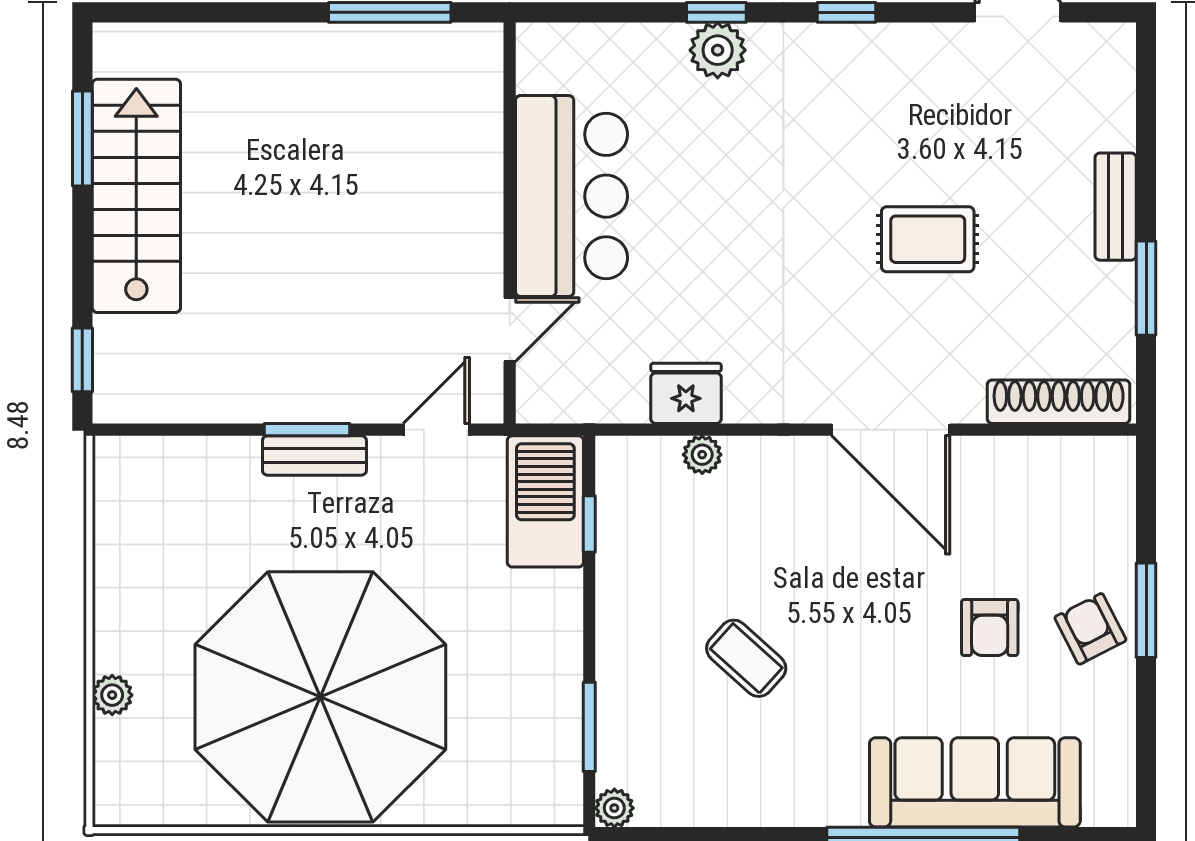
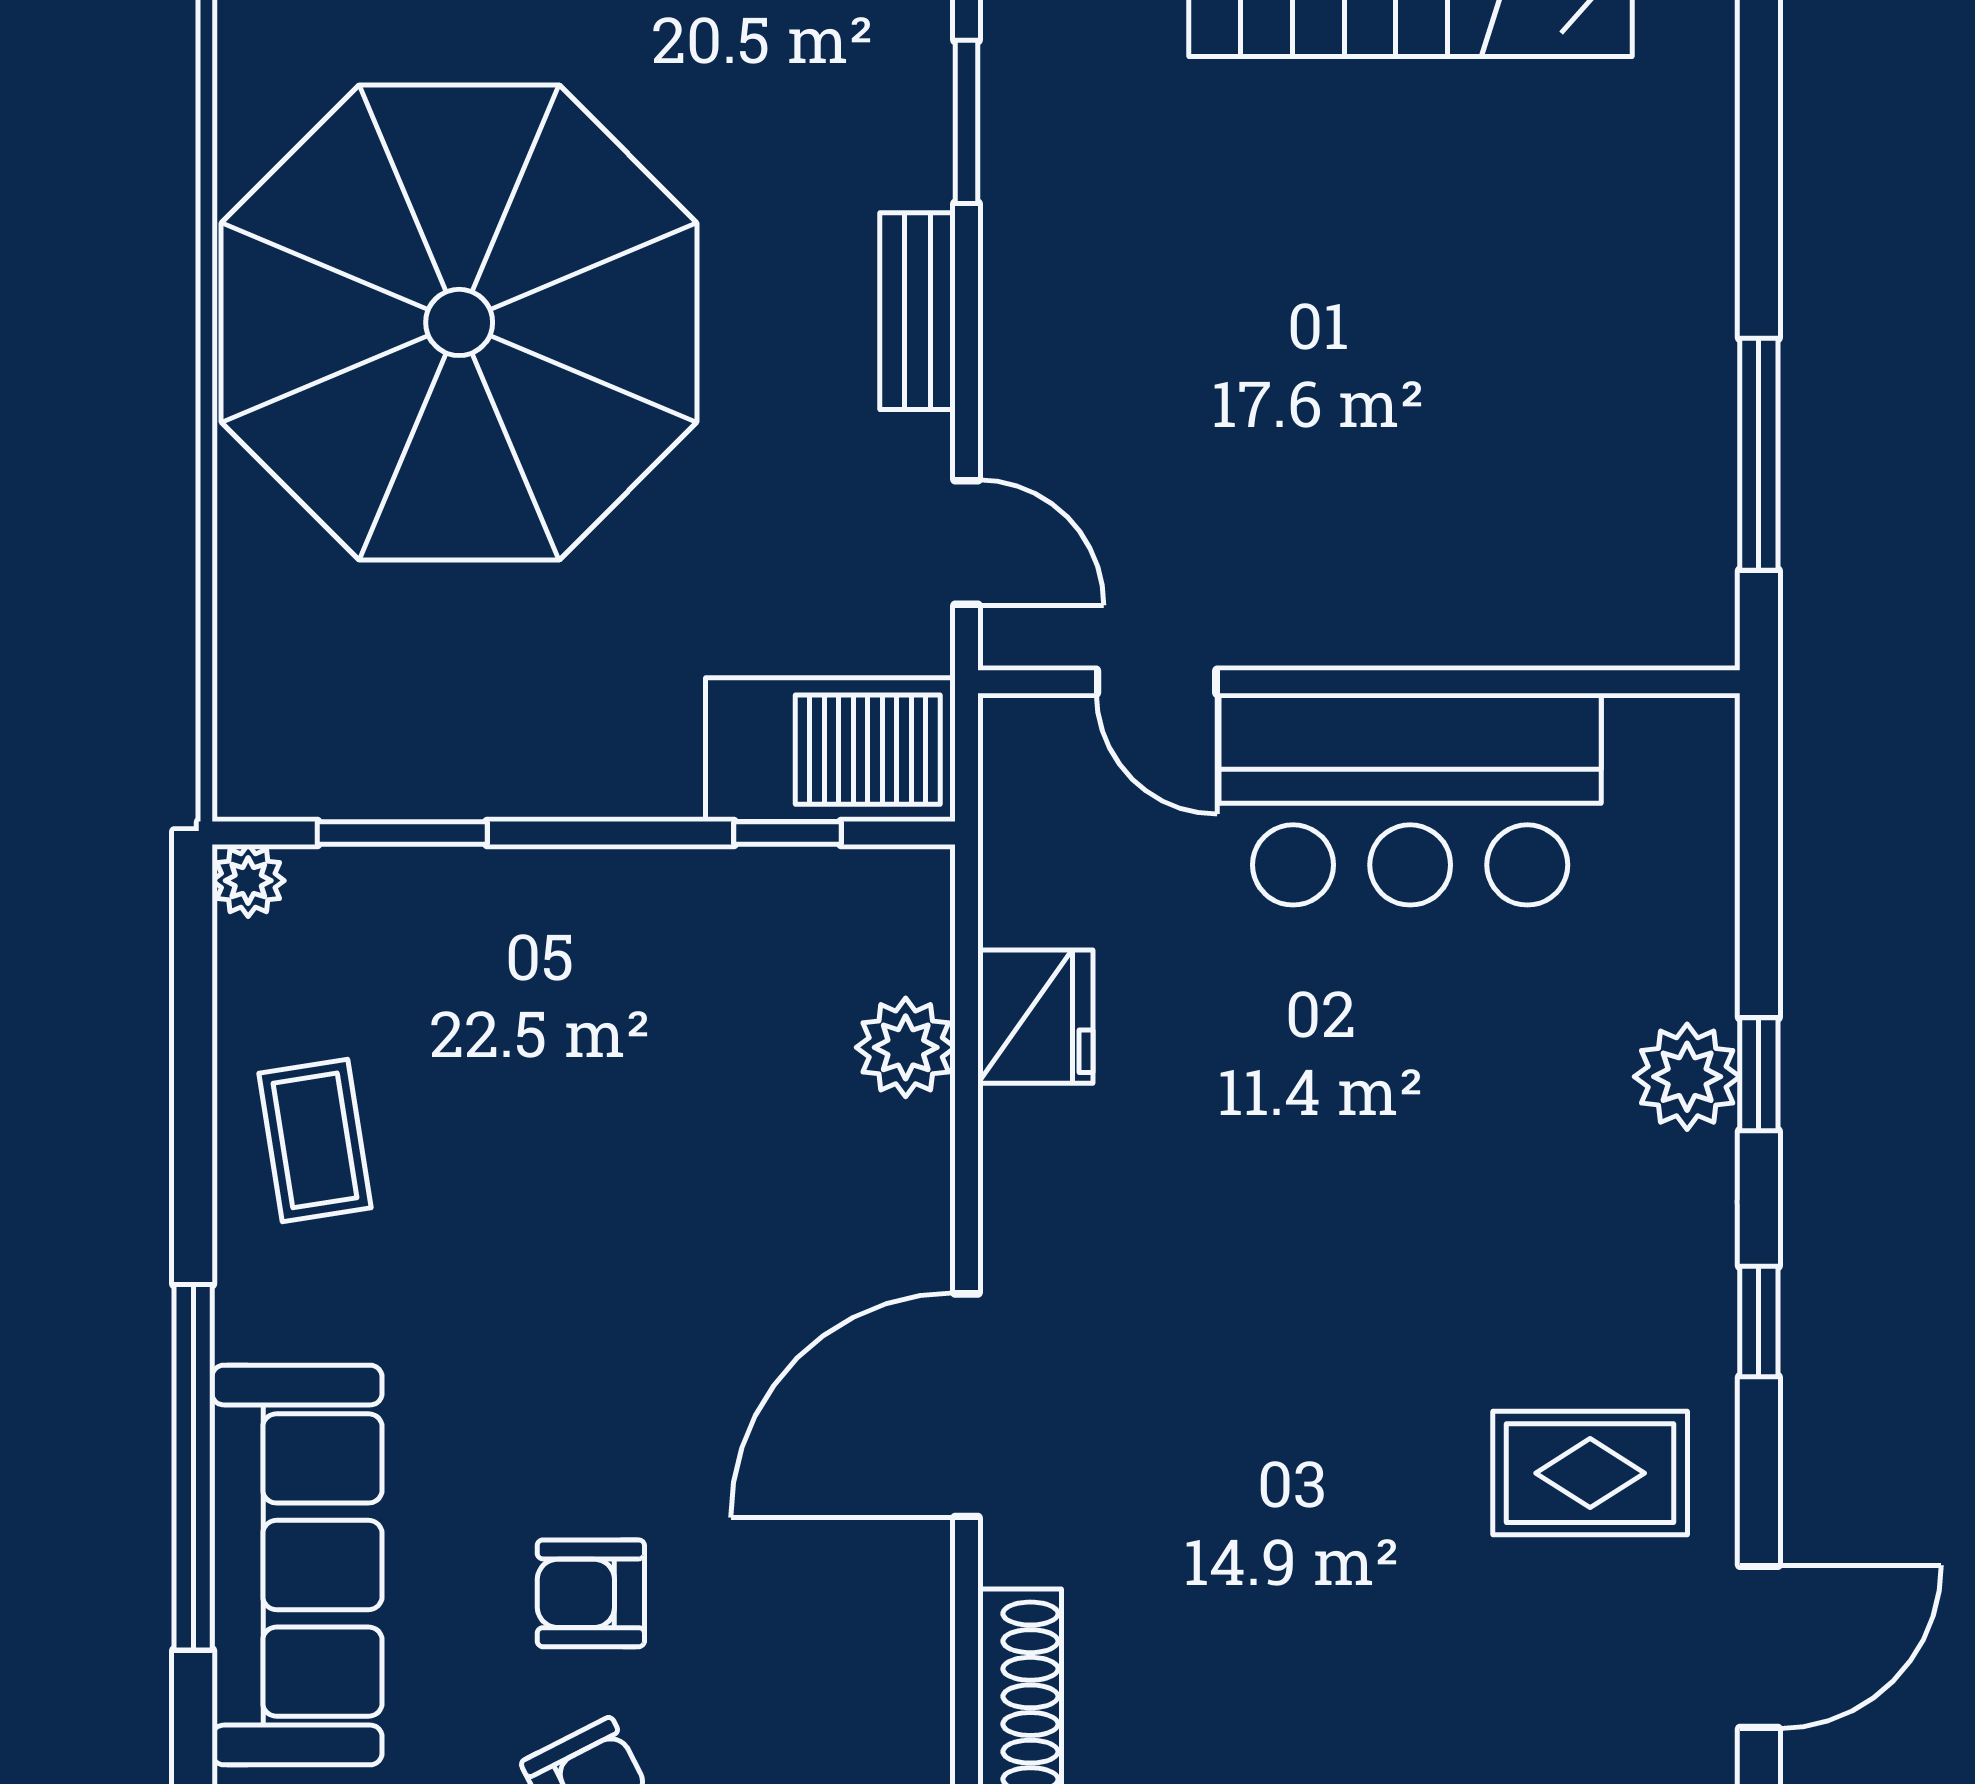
rug: (928, 239) -> (1590, 1473), moved, turned 90
window: (307, 430) -> (967, 122), moved
plant: (702, 455) -> (906, 1047), width x1.38, depth x1.38
coffee table: (746, 658) -> (315, 1140), moved, turned -51

